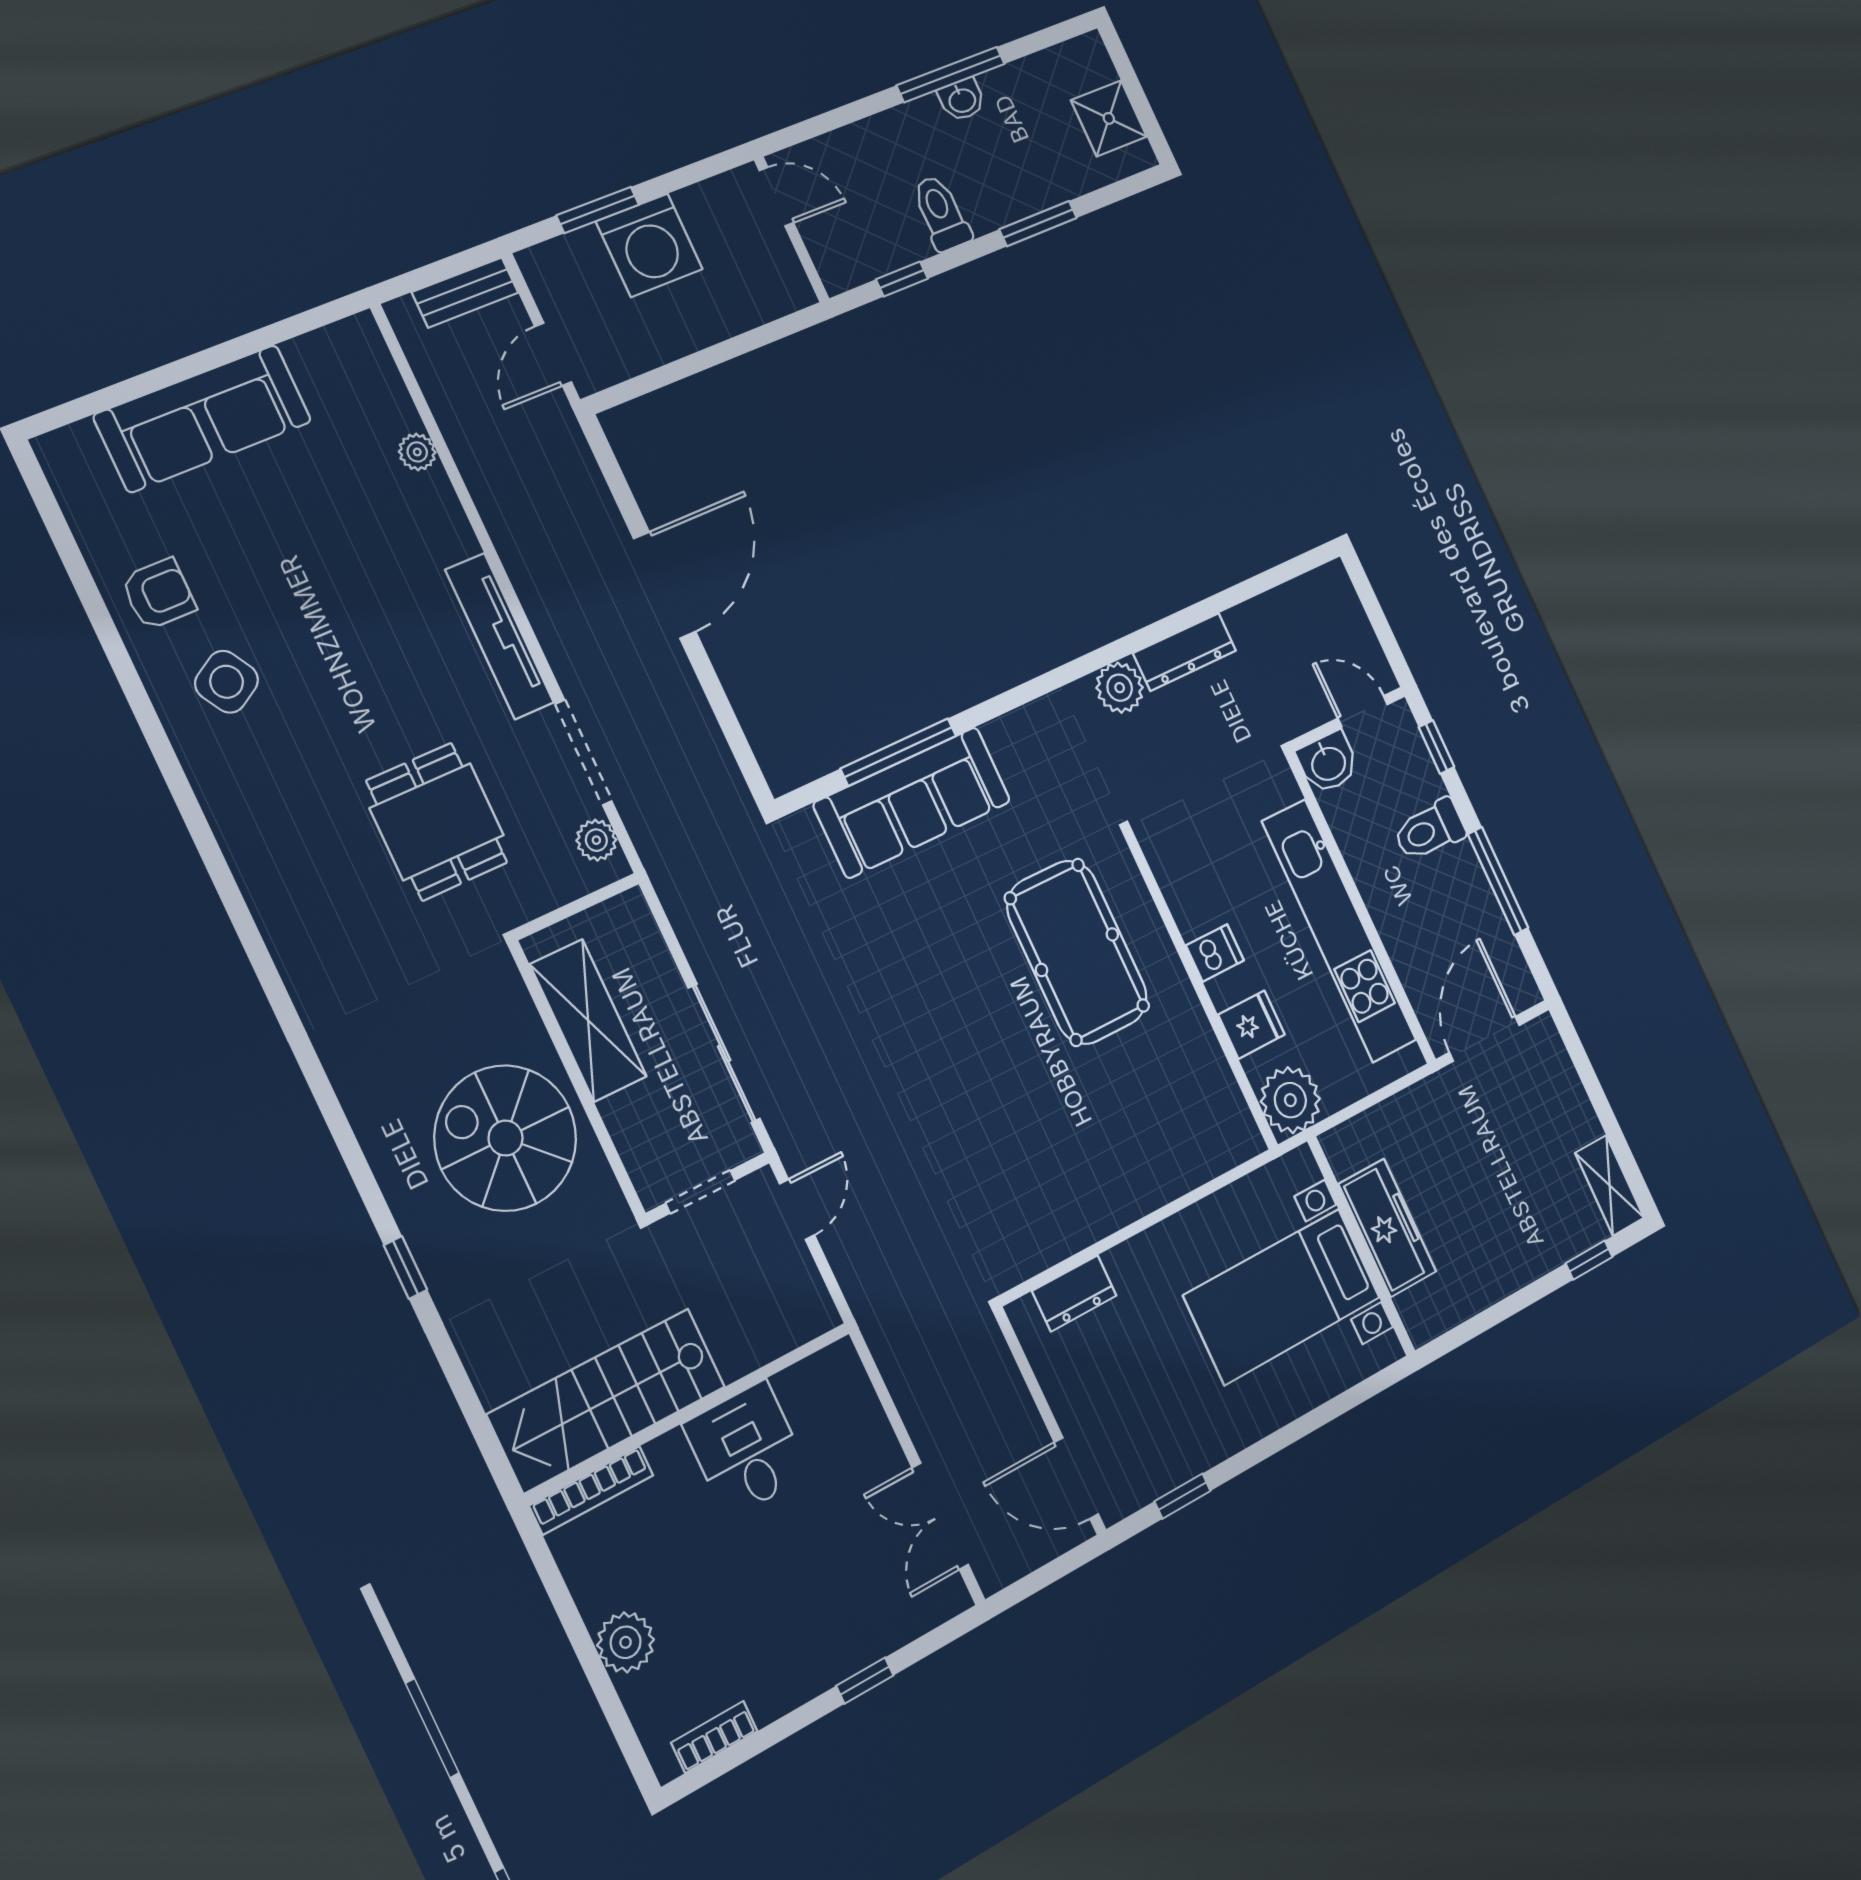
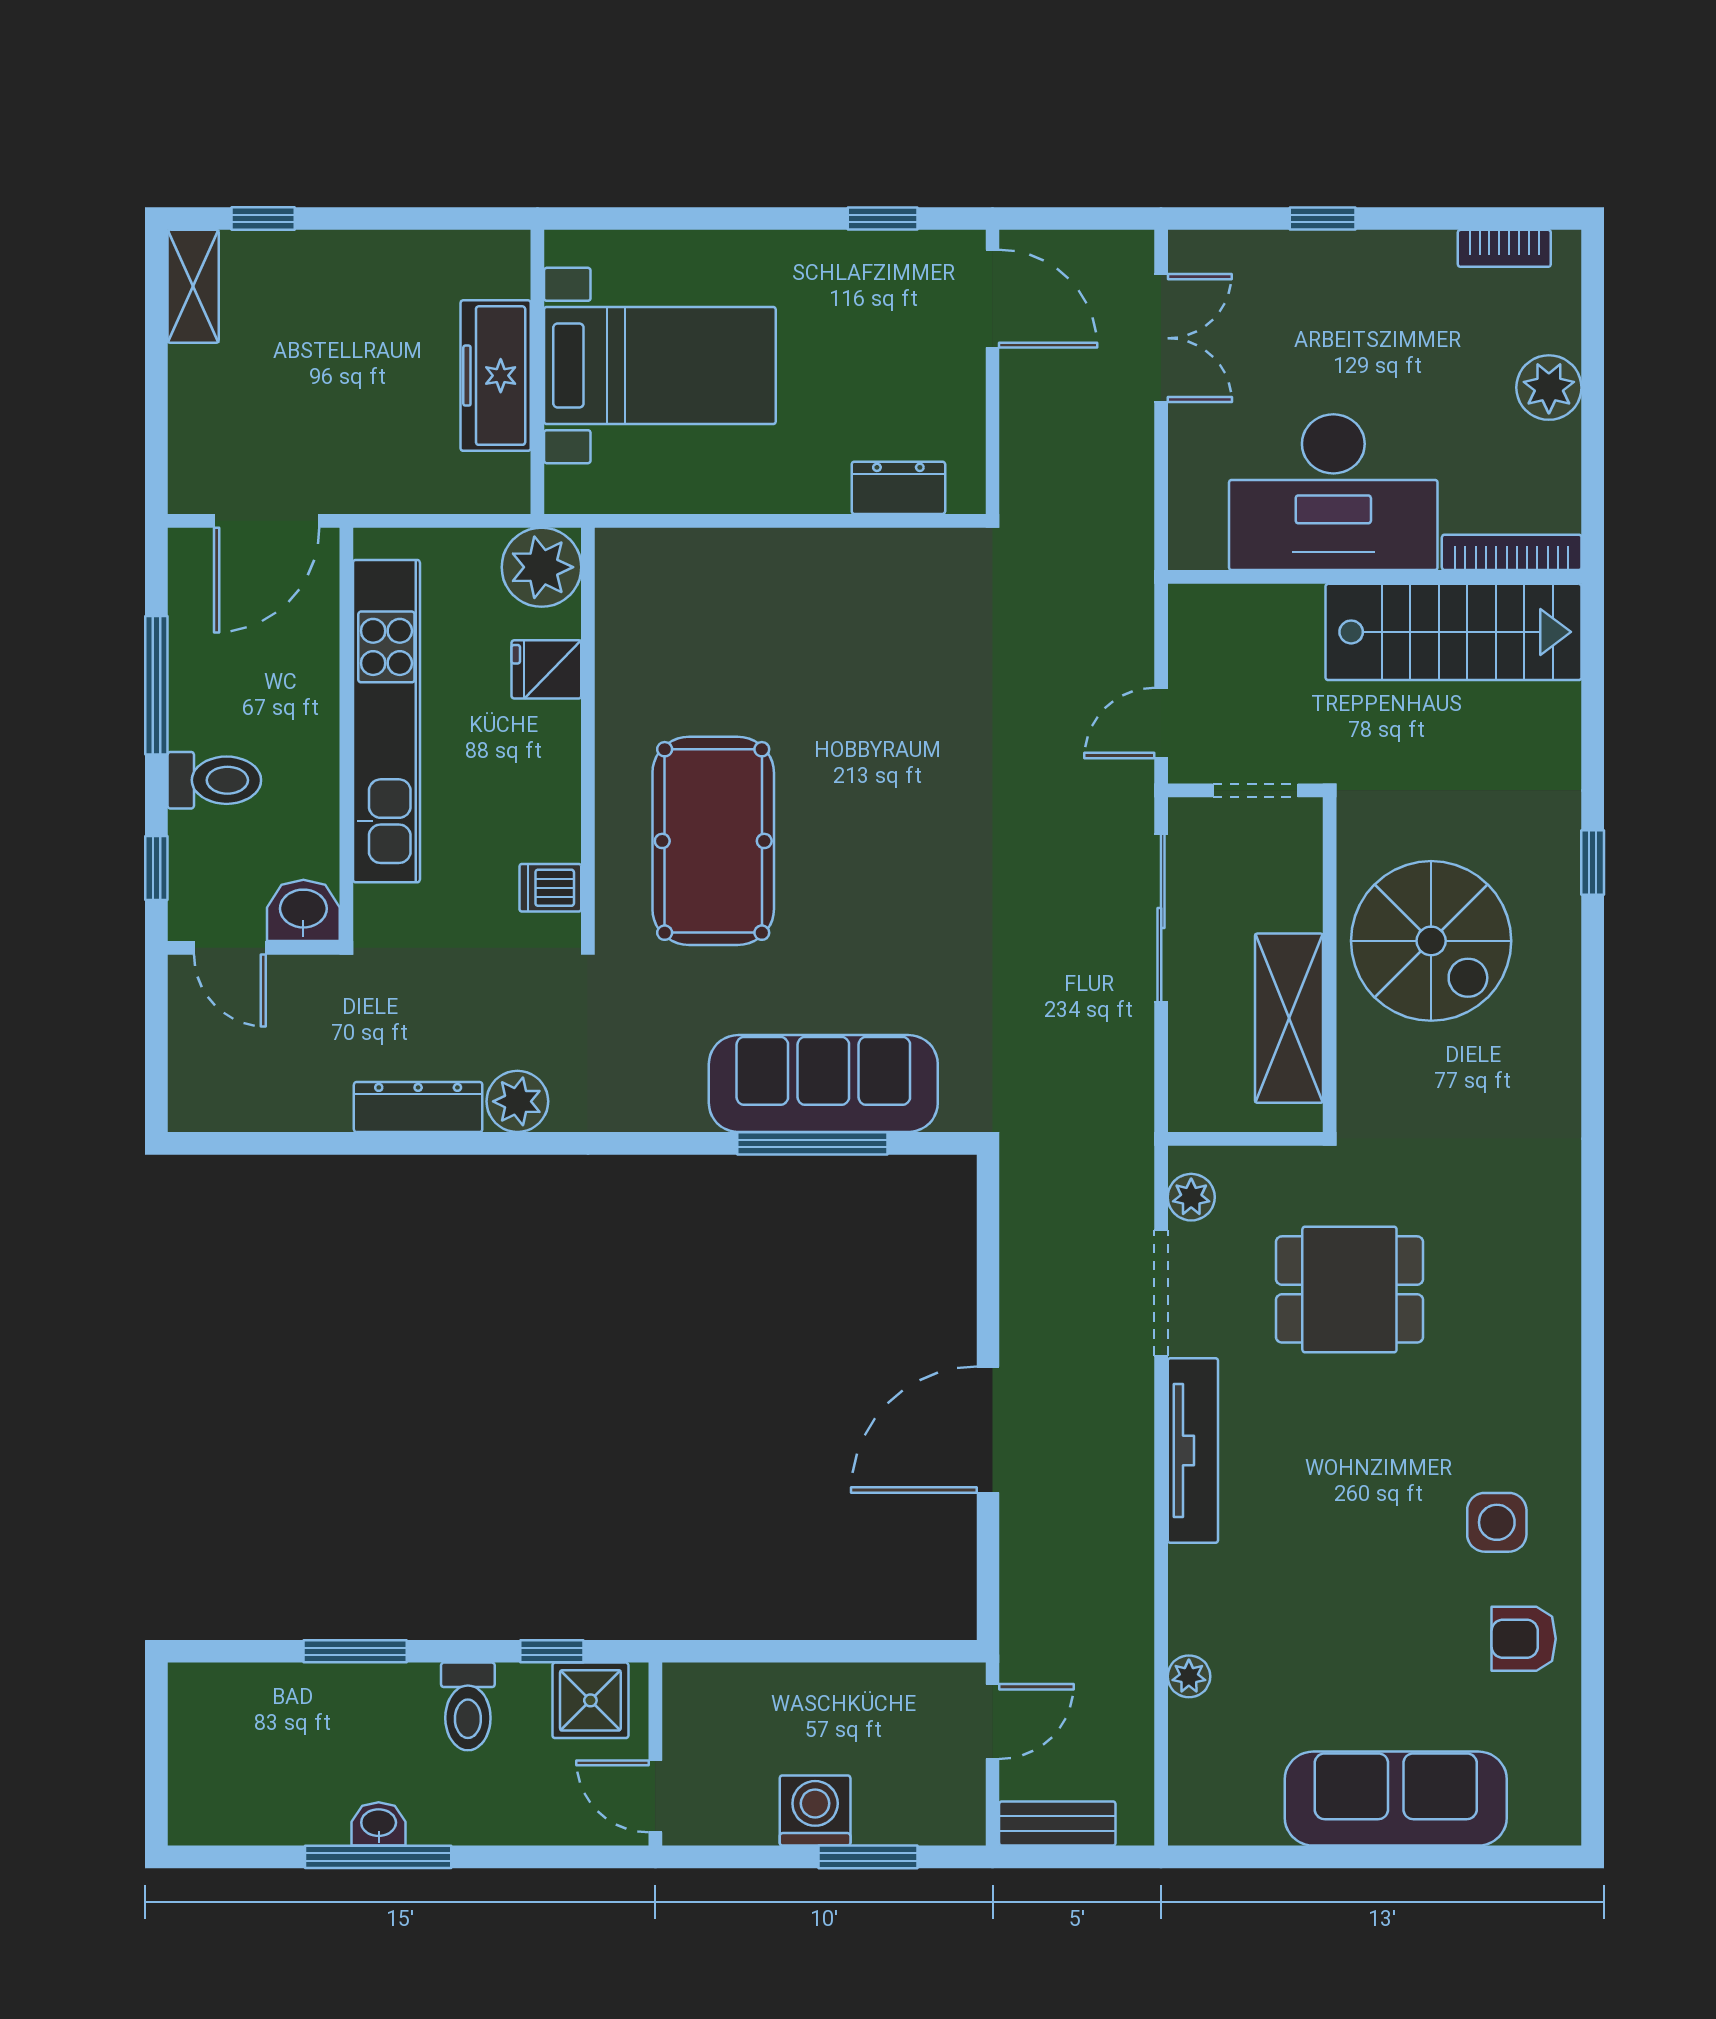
shower: (1109, 118) -> (590, 1700), moved
washing machine: (649, 245) -> (815, 1810), width x0.73, depth x0.73
side table: (227, 682) -> (1497, 1522), turned 31
dining table: (437, 822) -> (1349, 1289), turned 90
dishwasher: (1215, 953) -> (550, 888), moved
desk: (746, 1450) -> (1333, 492), width x1.87, depth x1.30

